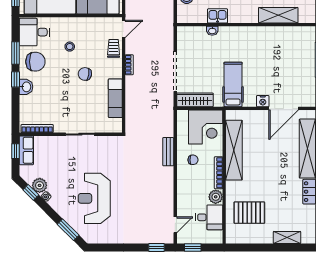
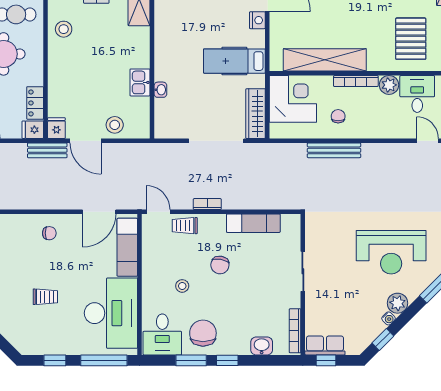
washbasin: (26, 87) -> (262, 346), moved
bench: (168, 152) -> (334, 150), width x1.36
plant: (40, 185) -> (398, 303), moved

